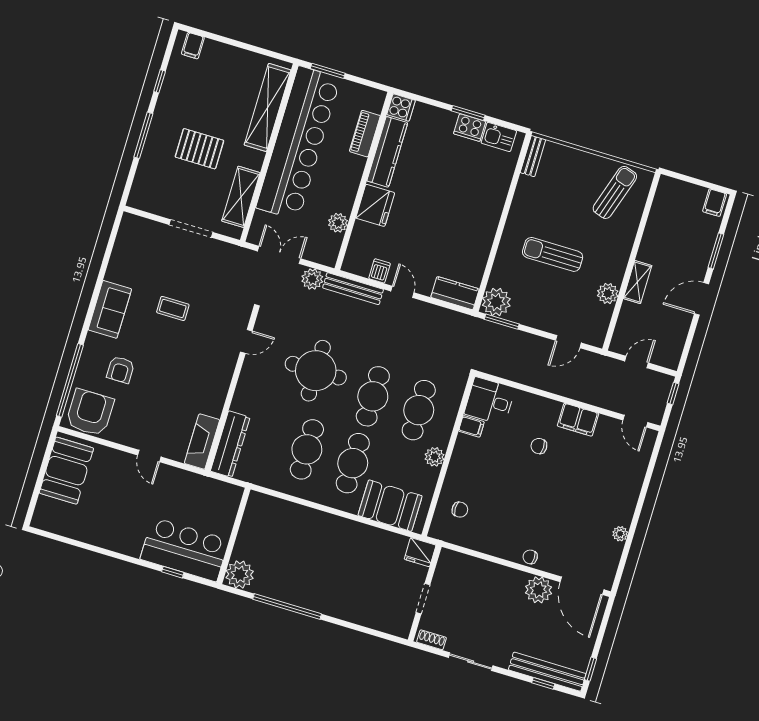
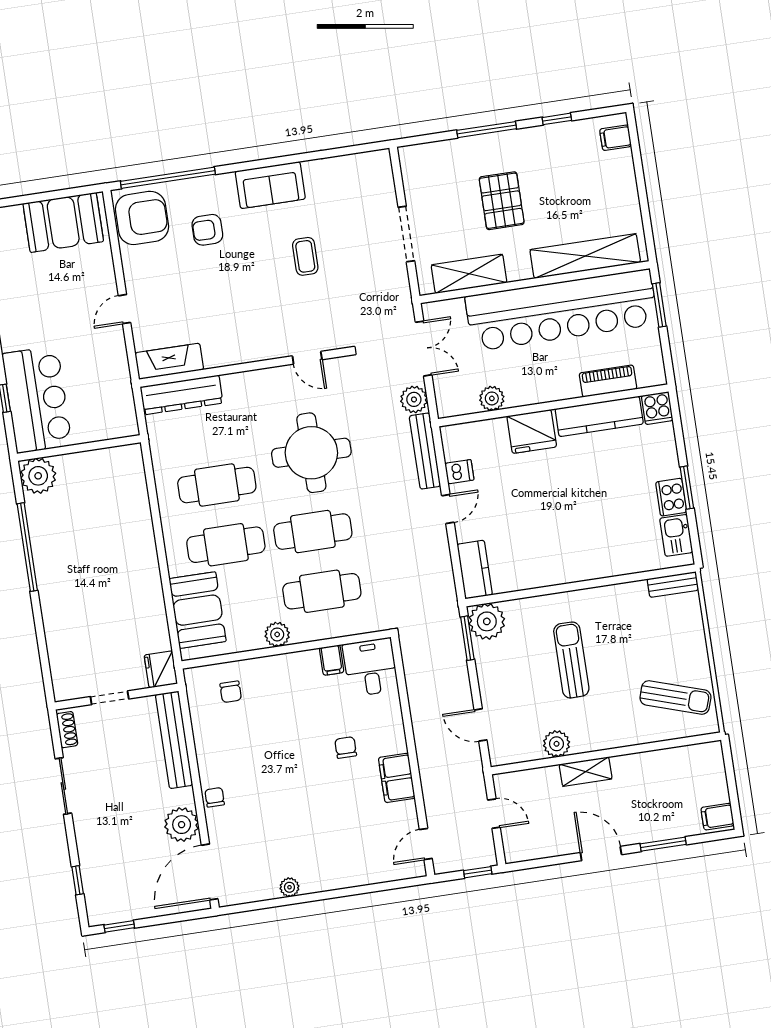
bench: (547, 672) -> (174, 740), moved

